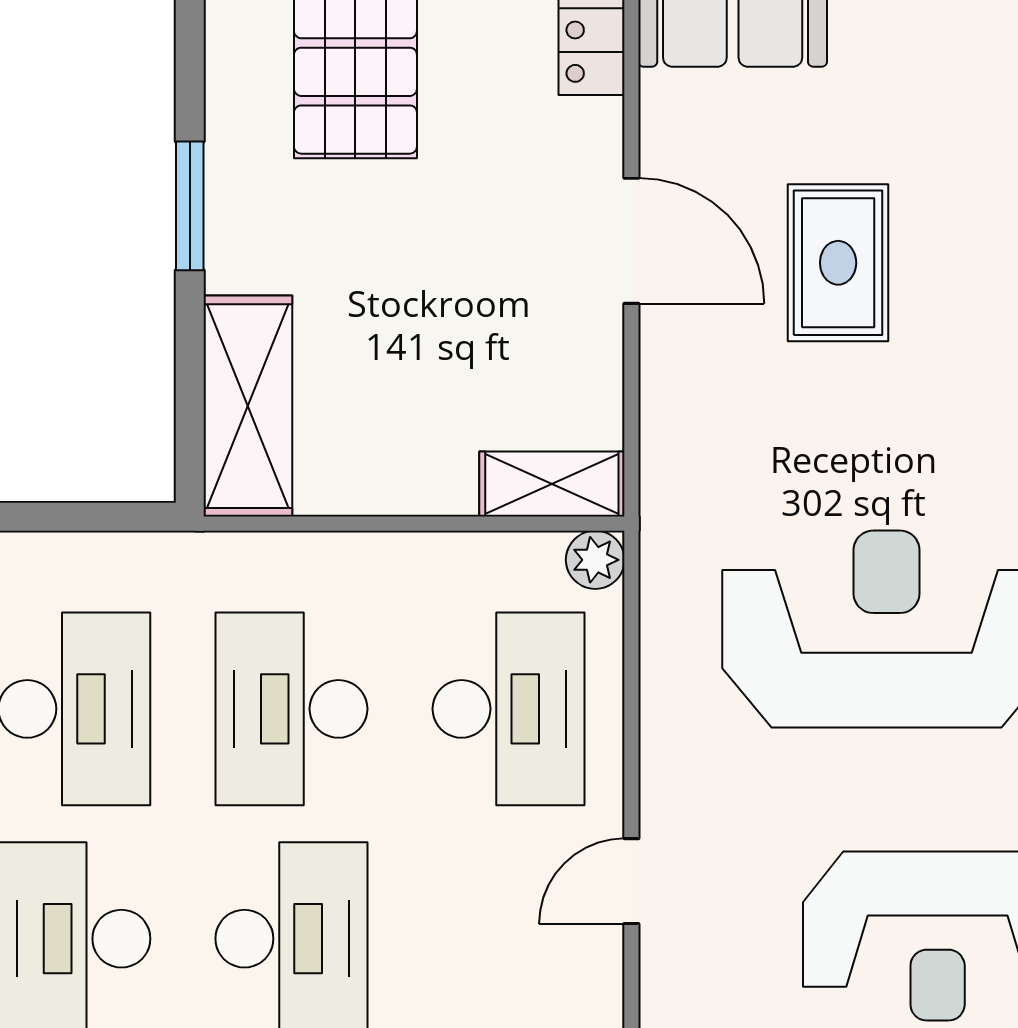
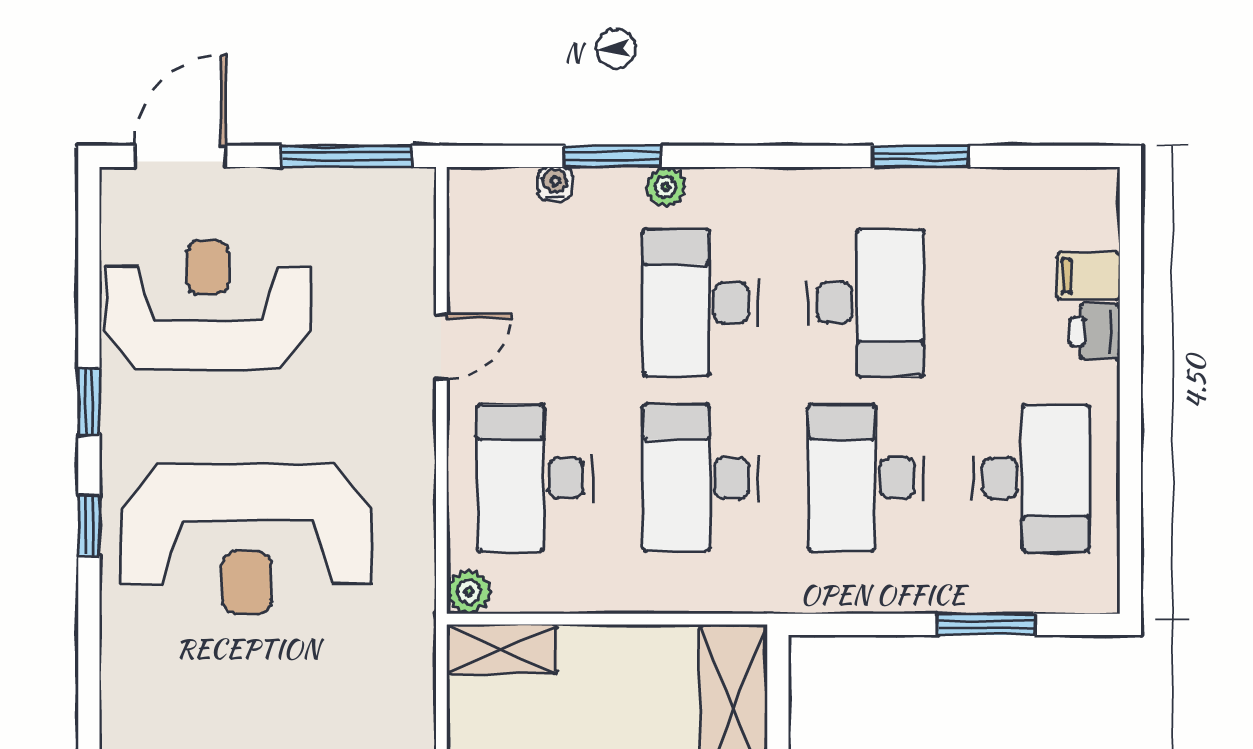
desk: (291, 709) -> (700, 478), turned 180

